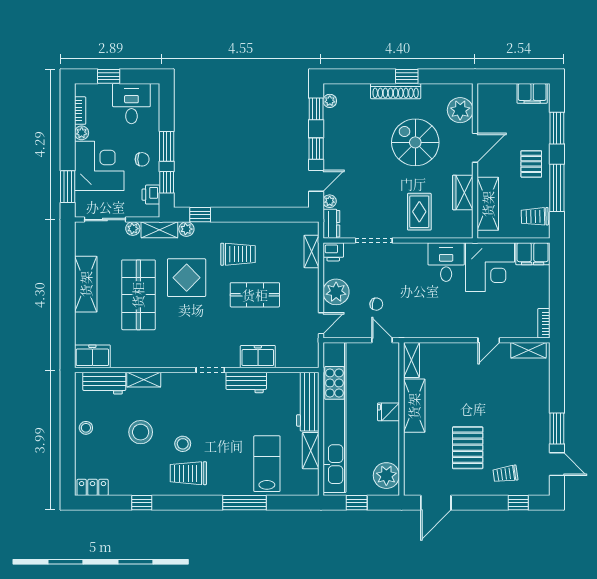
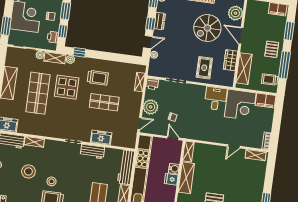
spiral stairs: (415, 142) -> (207, 28), turned -90
door: (475, 148) -> (241, 36), swing flipped
dresser: (331, 224) -> (160, 21), moved
water cooler: (391, 393) -> (174, 169), added

